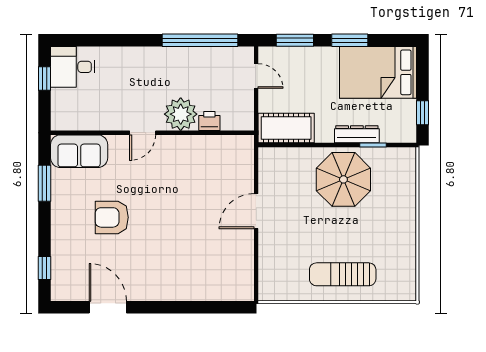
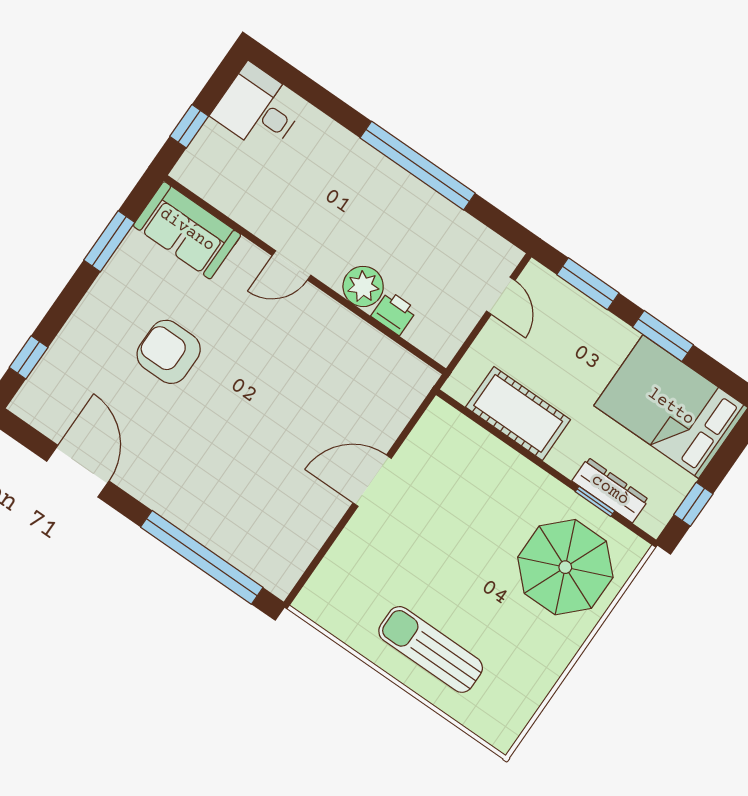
window: (200, 40) -> (418, 166), moved
window: (45, 78) -> (189, 126), moved
plant: (181, 114) -> (363, 286), width x0.73, depth x0.73
cot: (286, 128) -> (518, 413), moved
dresser: (357, 134) -> (610, 490), moved
parasol: (343, 179) -> (565, 567), moved
window: (198, 307) -> (202, 557), added

